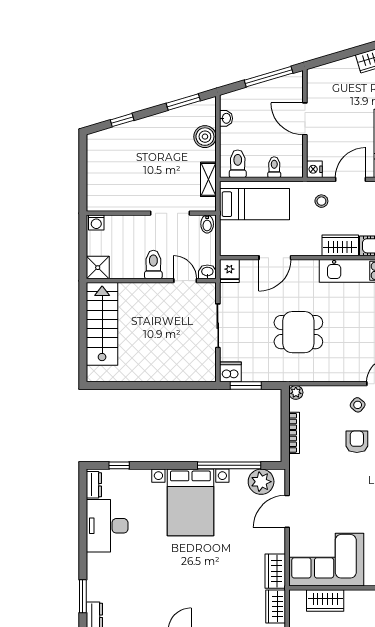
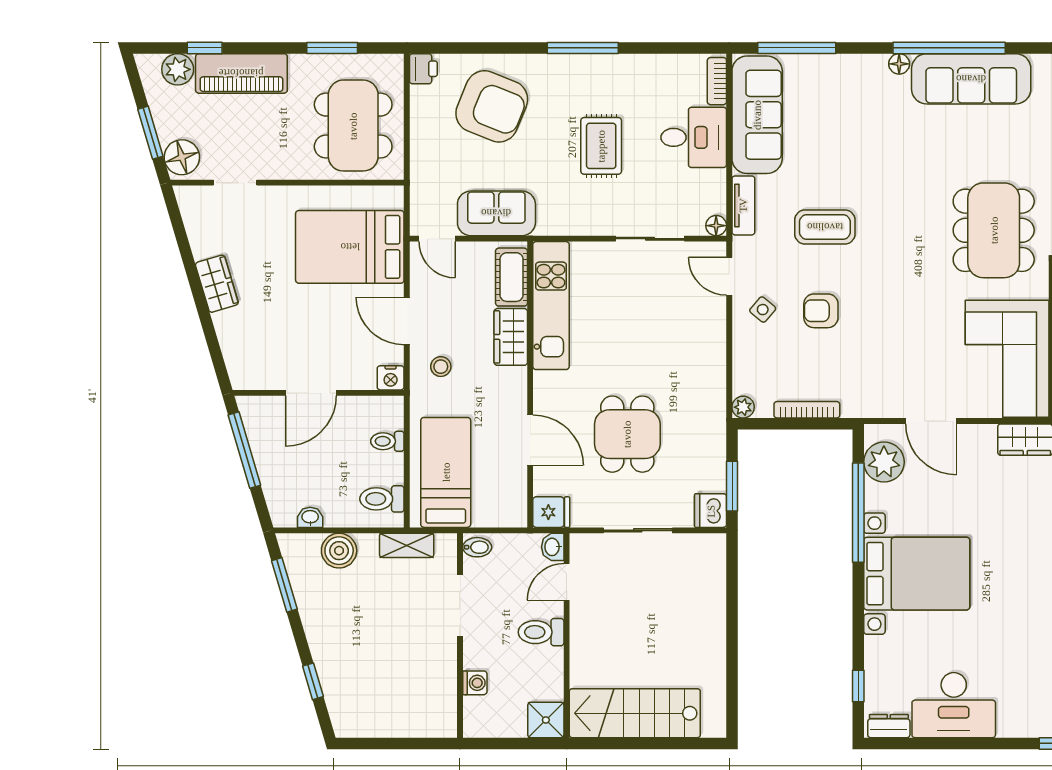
washing machine: (96, 223) -> (475, 683), moved
dining table: (298, 332) -> (627, 434), moved

